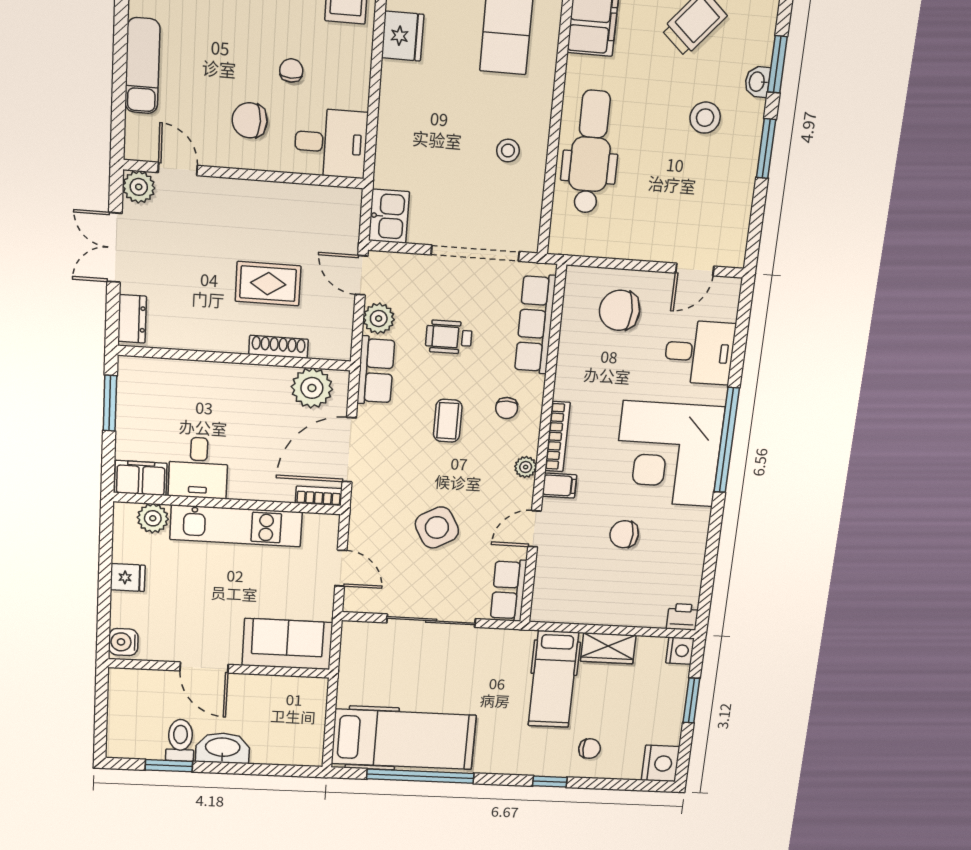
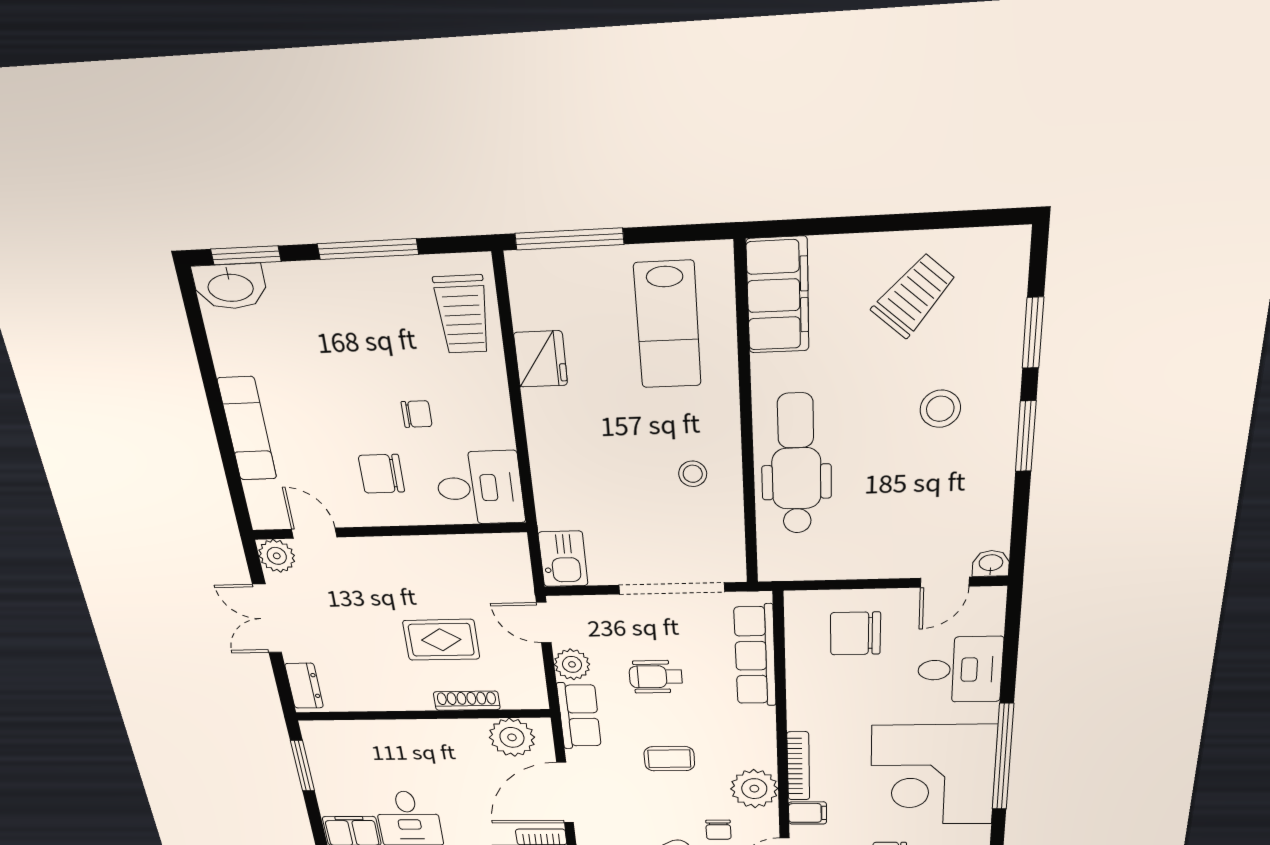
chair: (291, 71) -> (417, 414), turned 90
washbasin: (757, 82) -> (991, 563), moved, turned 90
chair: (507, 408) -> (718, 830), moved
coffee table: (448, 421) -> (669, 759), turned 90
plant: (526, 467) -> (754, 789), width x1.87, depth x1.87

